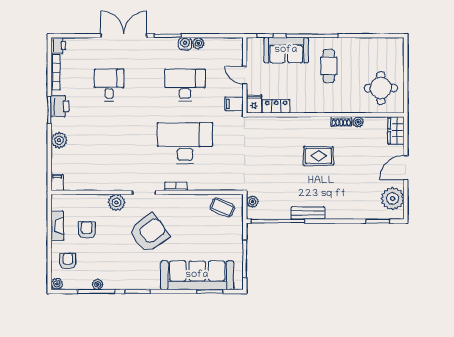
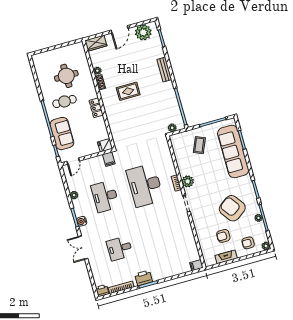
double door: (124, 36) -> (83, 248), width x0.73
water cooler: (185, 44) -> (82, 221), moved
door: (245, 75) -> (73, 161), moved
round table: (381, 88) -> (66, 76), moved
locker: (276, 106) -> (96, 108), moved
plant: (59, 140) -> (167, 272), removed
rug: (319, 156) -> (128, 91), turned 90
door: (406, 168) -> (120, 29), hinge flipped
plant: (117, 202) -> (188, 181), moved
coffee table: (222, 208) -> (199, 145), moved
bench: (308, 213) -> (164, 70), moved
armchair: (149, 233) -> (232, 208), moved

